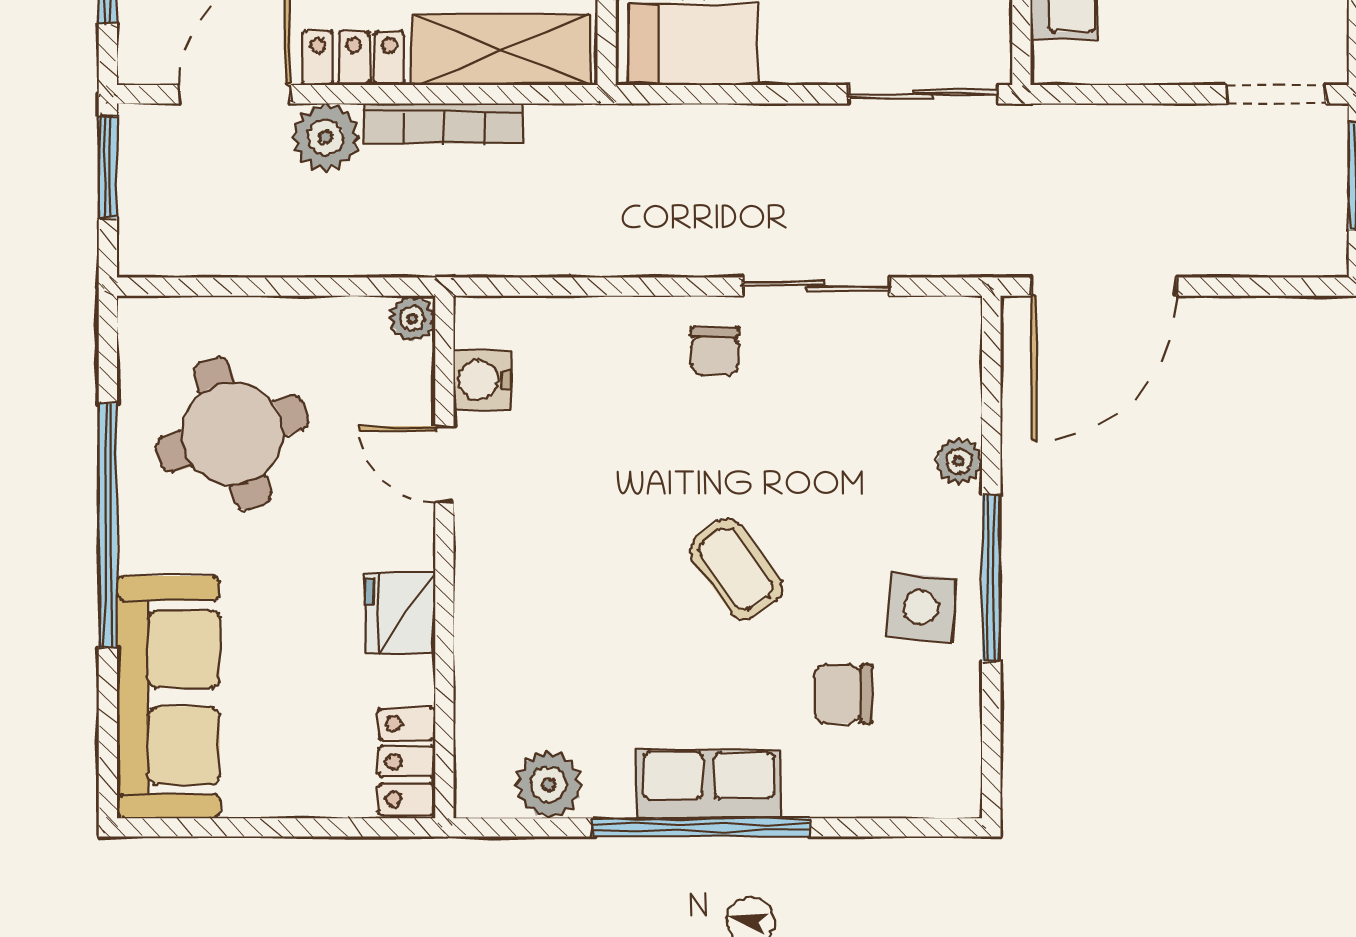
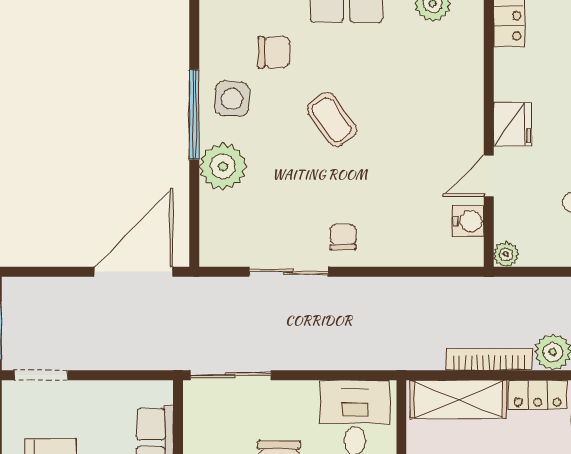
plant: (959, 461) -> (223, 167), width x1.88, depth x1.88
door: (444, 464) -> (489, 176), swing flipped
fridge: (400, 613) -> (512, 124), moved

